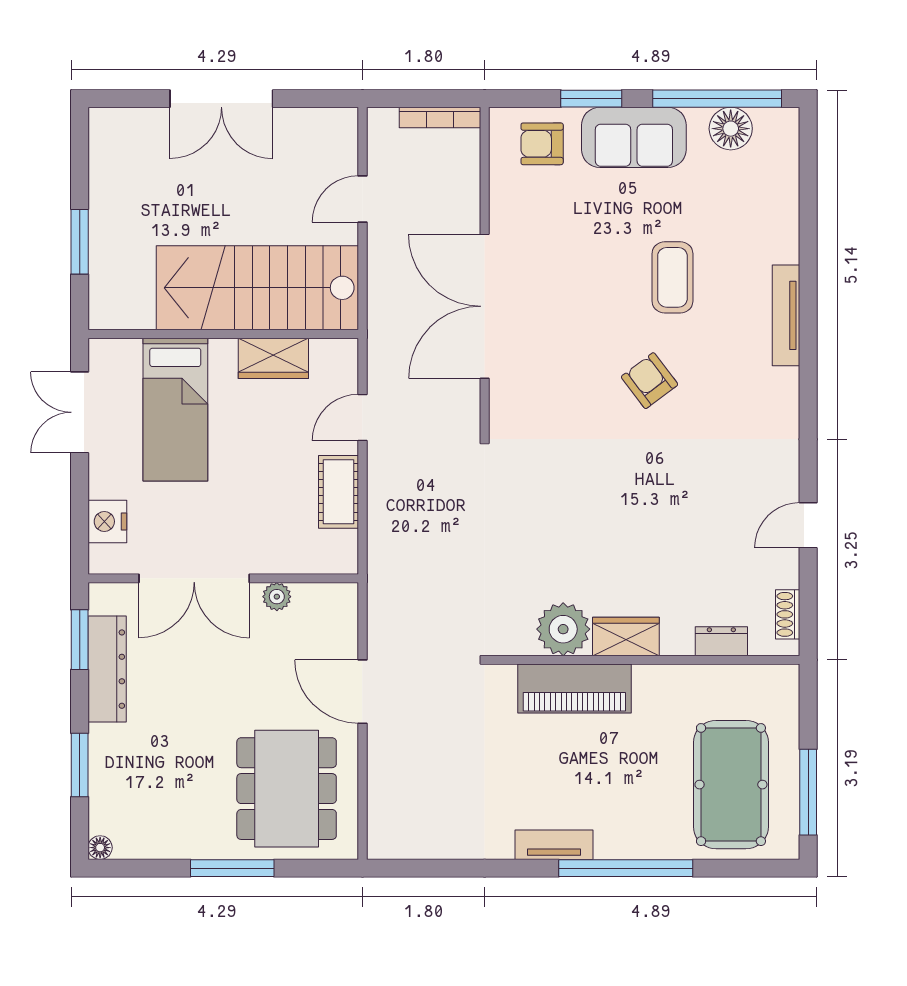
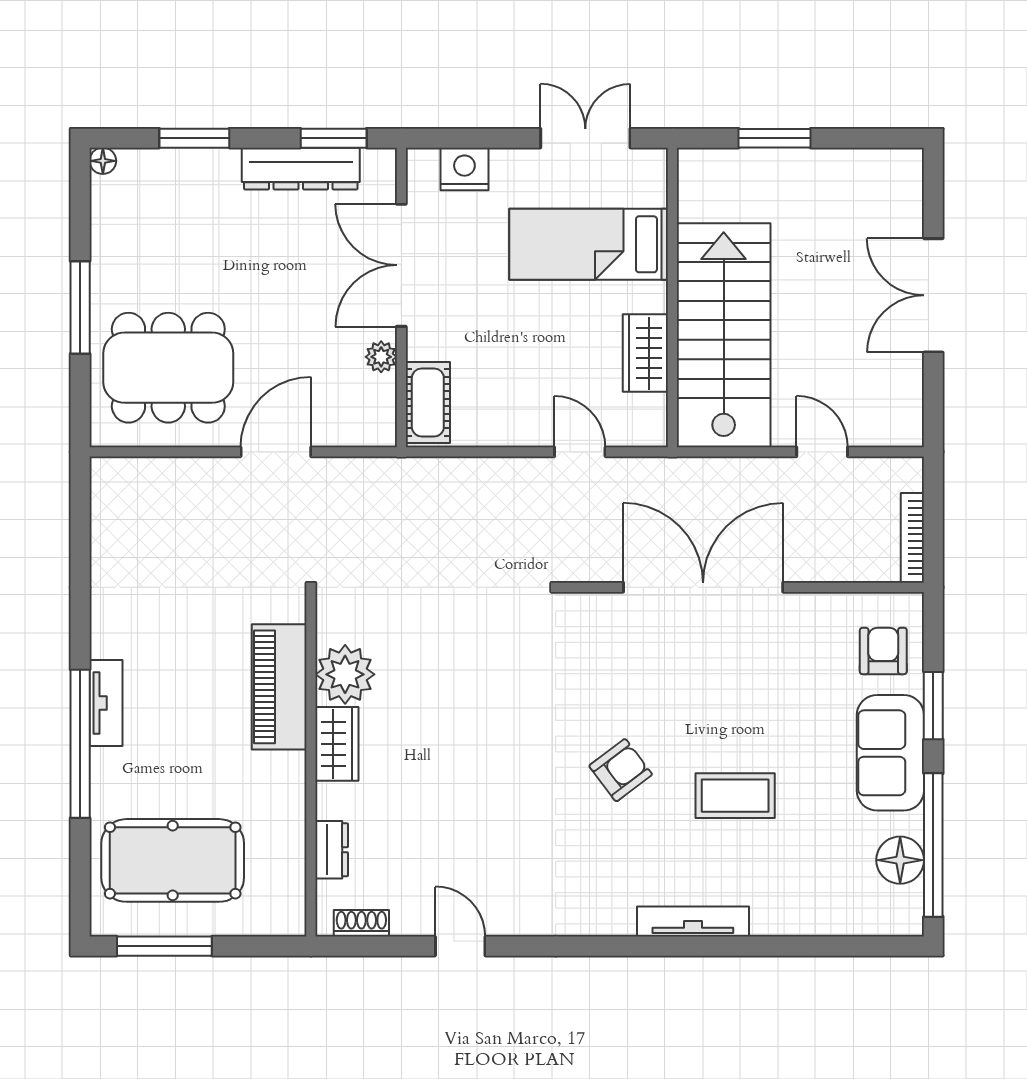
cot: (339, 492) -> (428, 402), moved, turned 90
tv unit: (554, 845) -> (106, 703), moved

